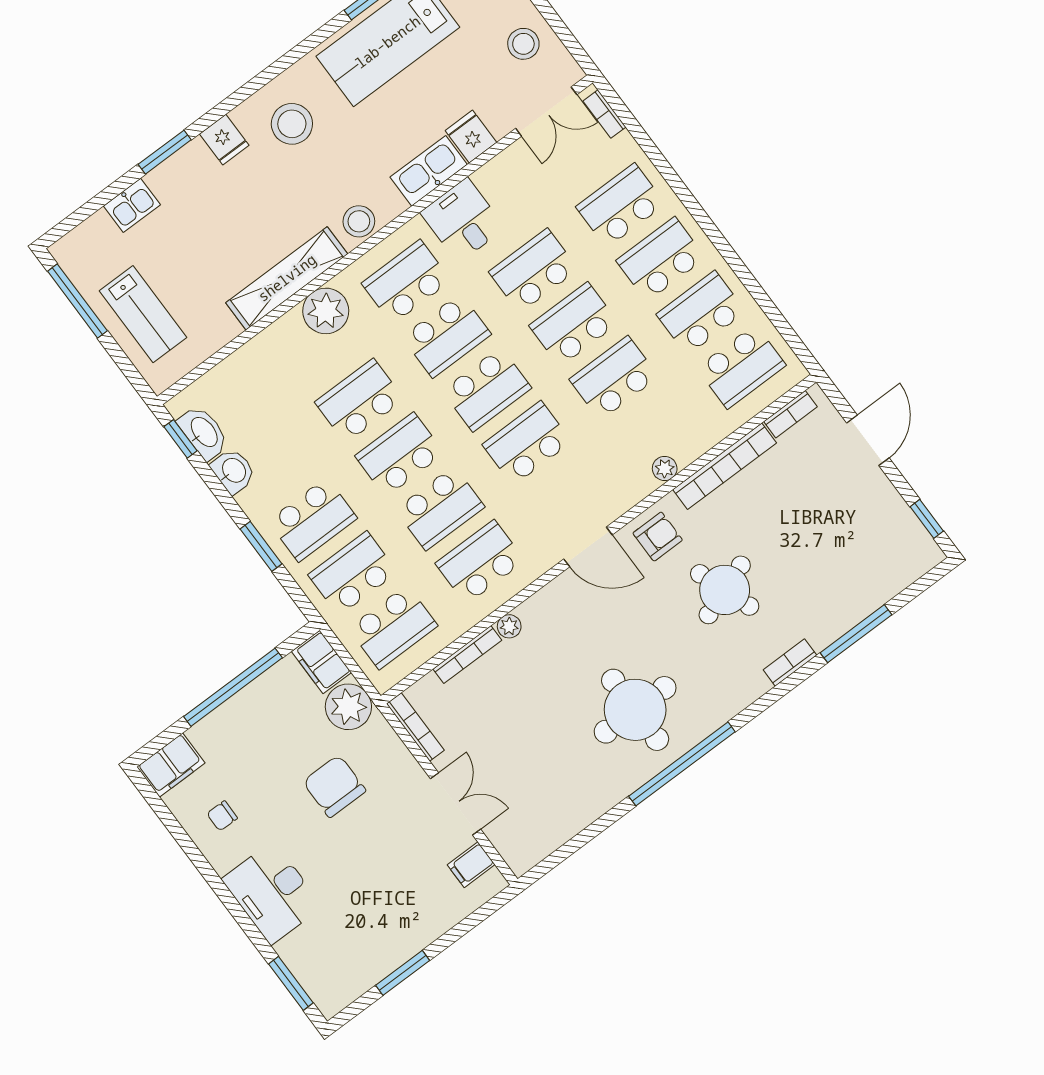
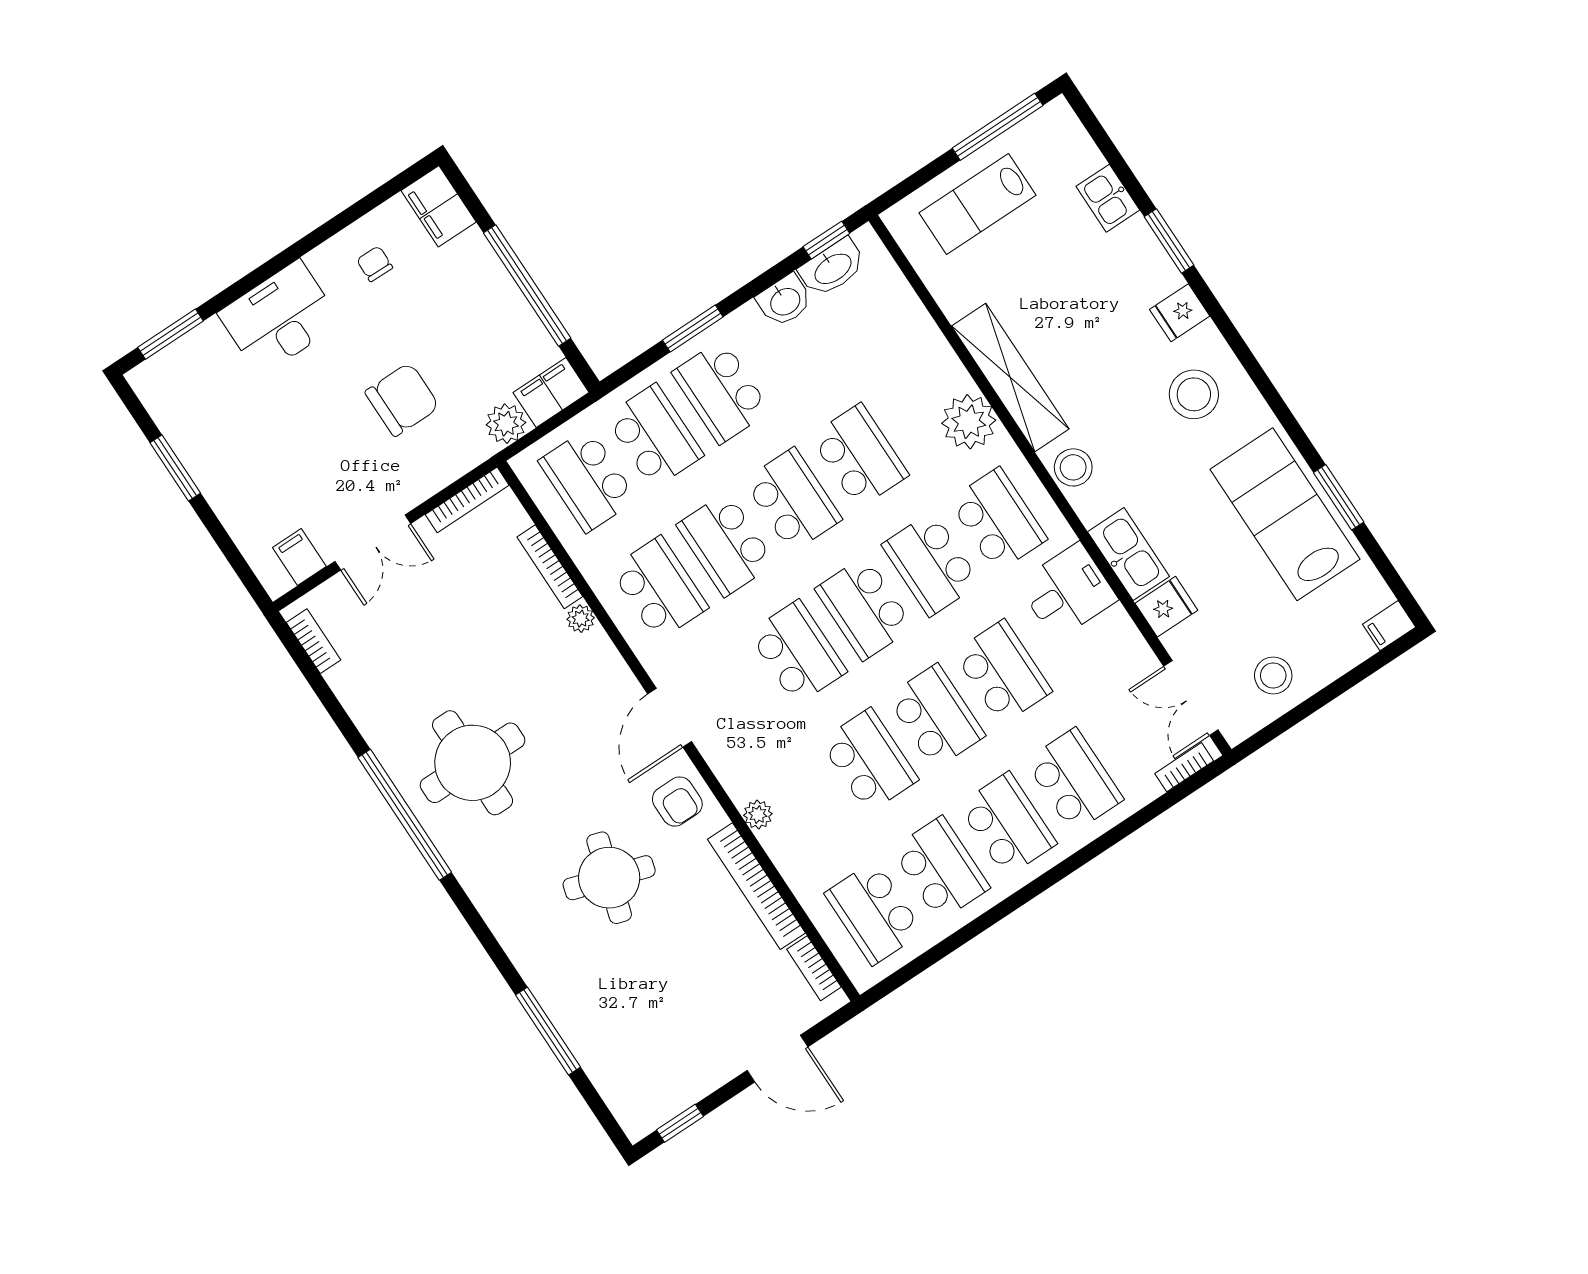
round table: (725, 590) -> (609, 878), turned 37
bookcase: (790, 662) -> (314, 641), moved
plant: (348, 707) -> (506, 424), width x0.73, depth x0.73

